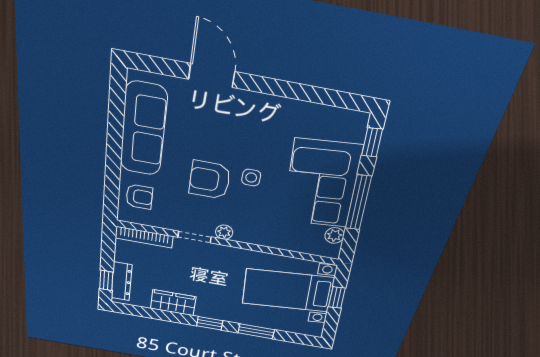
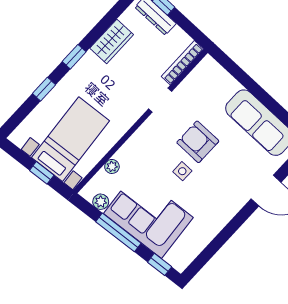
armchair: (210, 180) -> (198, 142), turned -90
armchair: (139, 197) -> (216, 84), removed
plant: (224, 232) -> (112, 166), moved
window: (256, 331) -> (44, 89), width x0.67

